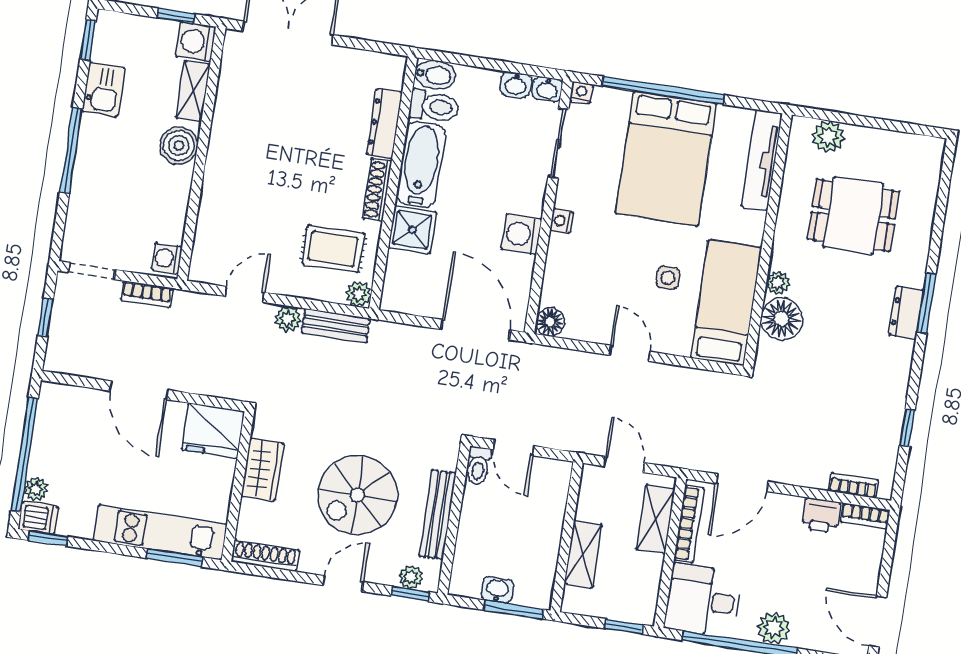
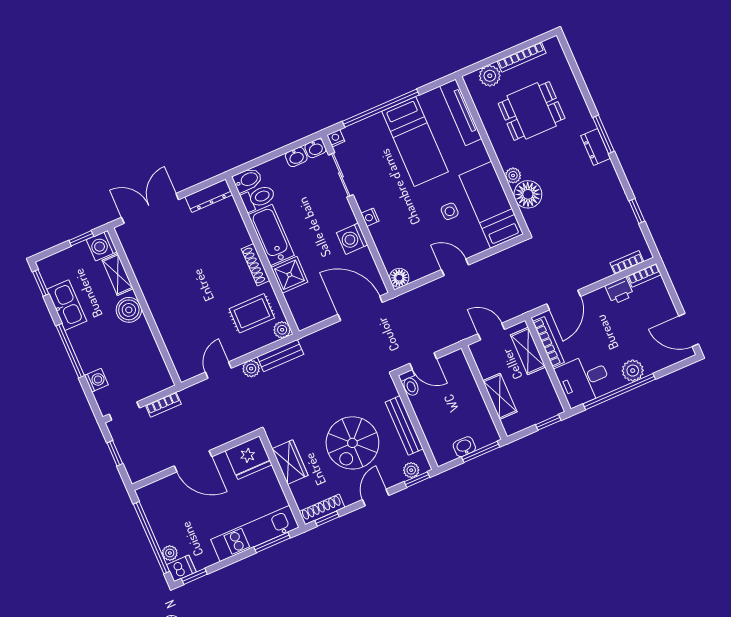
kitchen sink: (103, 89) -> (67, 305), width x1.38
dresser: (384, 123) -> (209, 196), moved, turned -90
bookcase: (884, 138) -> (521, 57), added
bed: (666, 158) -> (415, 141), width x0.67
washing machine: (167, 258) -> (96, 380), moved, turned 180
window: (264, 572) -> (327, 519), added

